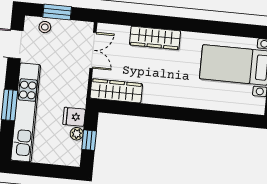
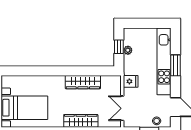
wardrobe: (116, 91) -> (83, 82), moved
fridge: (74, 117) -> (131, 81), moved

